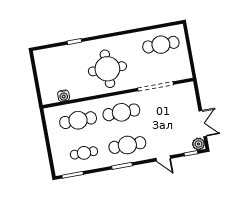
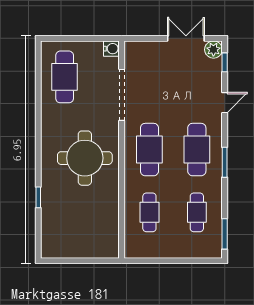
water cooler: (64, 96) -> (111, 49), moved
cafe table: (78, 120) -> (149, 212), width x0.73, depth x0.74

